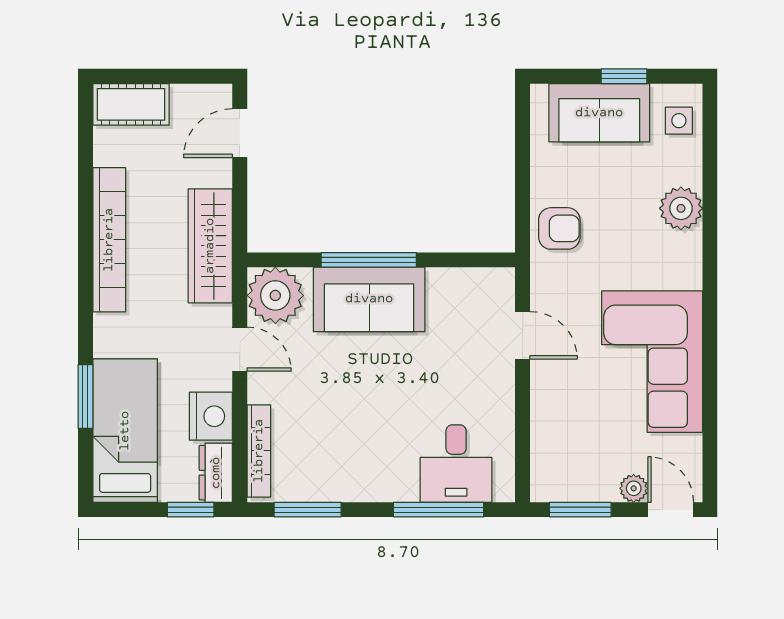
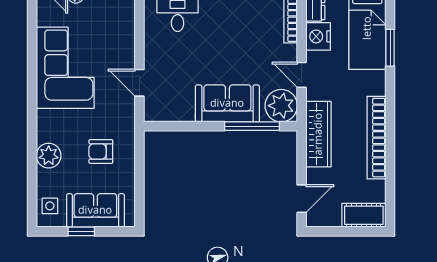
armchair: (559, 228) -> (101, 151), moved
window: (369, 260) -> (252, 126), moved

